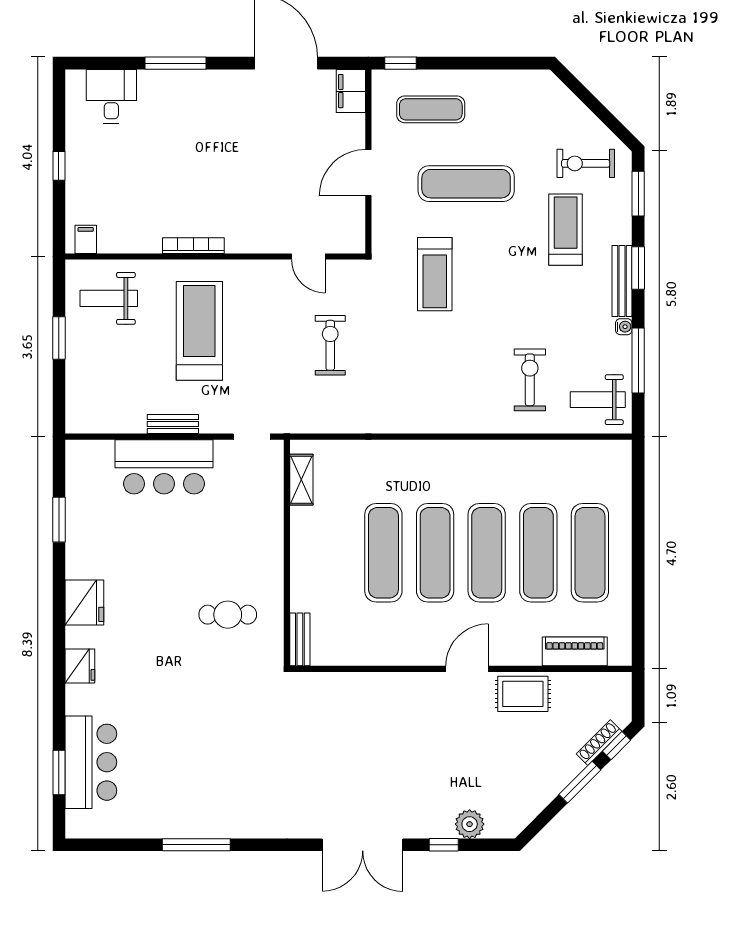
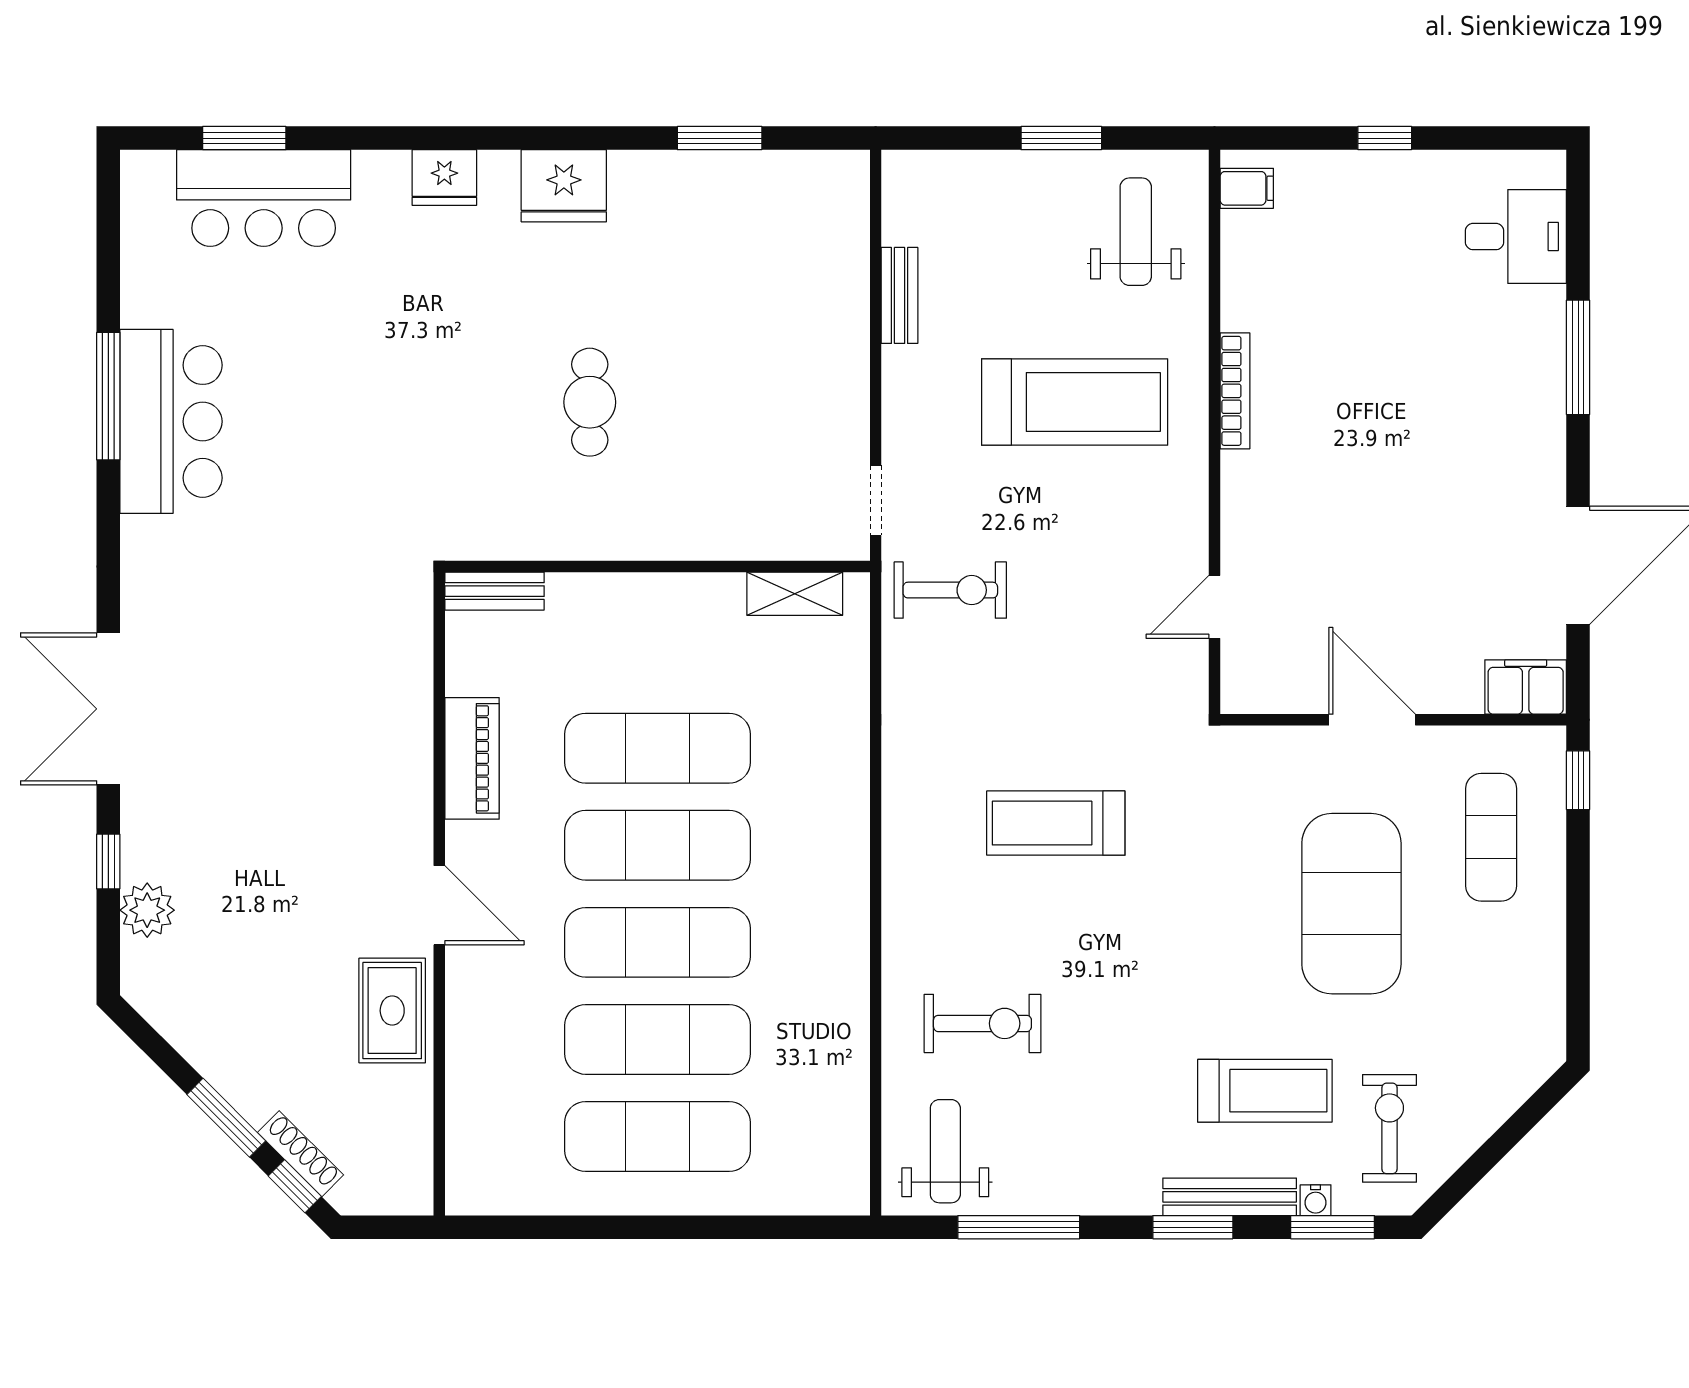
exercise mat: (466, 184) -> (1351, 904), width x1.47
treadmill: (435, 274) -> (1056, 823), moved
bench: (622, 281) -> (1230, 1197), moved
water cooler: (624, 327) -> (1316, 1200), moved
exercise bike: (330, 345) -> (950, 590), moved
bench: (173, 424) -> (900, 295), moved
bar counter: (164, 467) -> (171, 421), moved, turned 180
cafe table: (228, 615) -> (590, 402), moved
piano: (575, 651) -> (472, 758), moved

